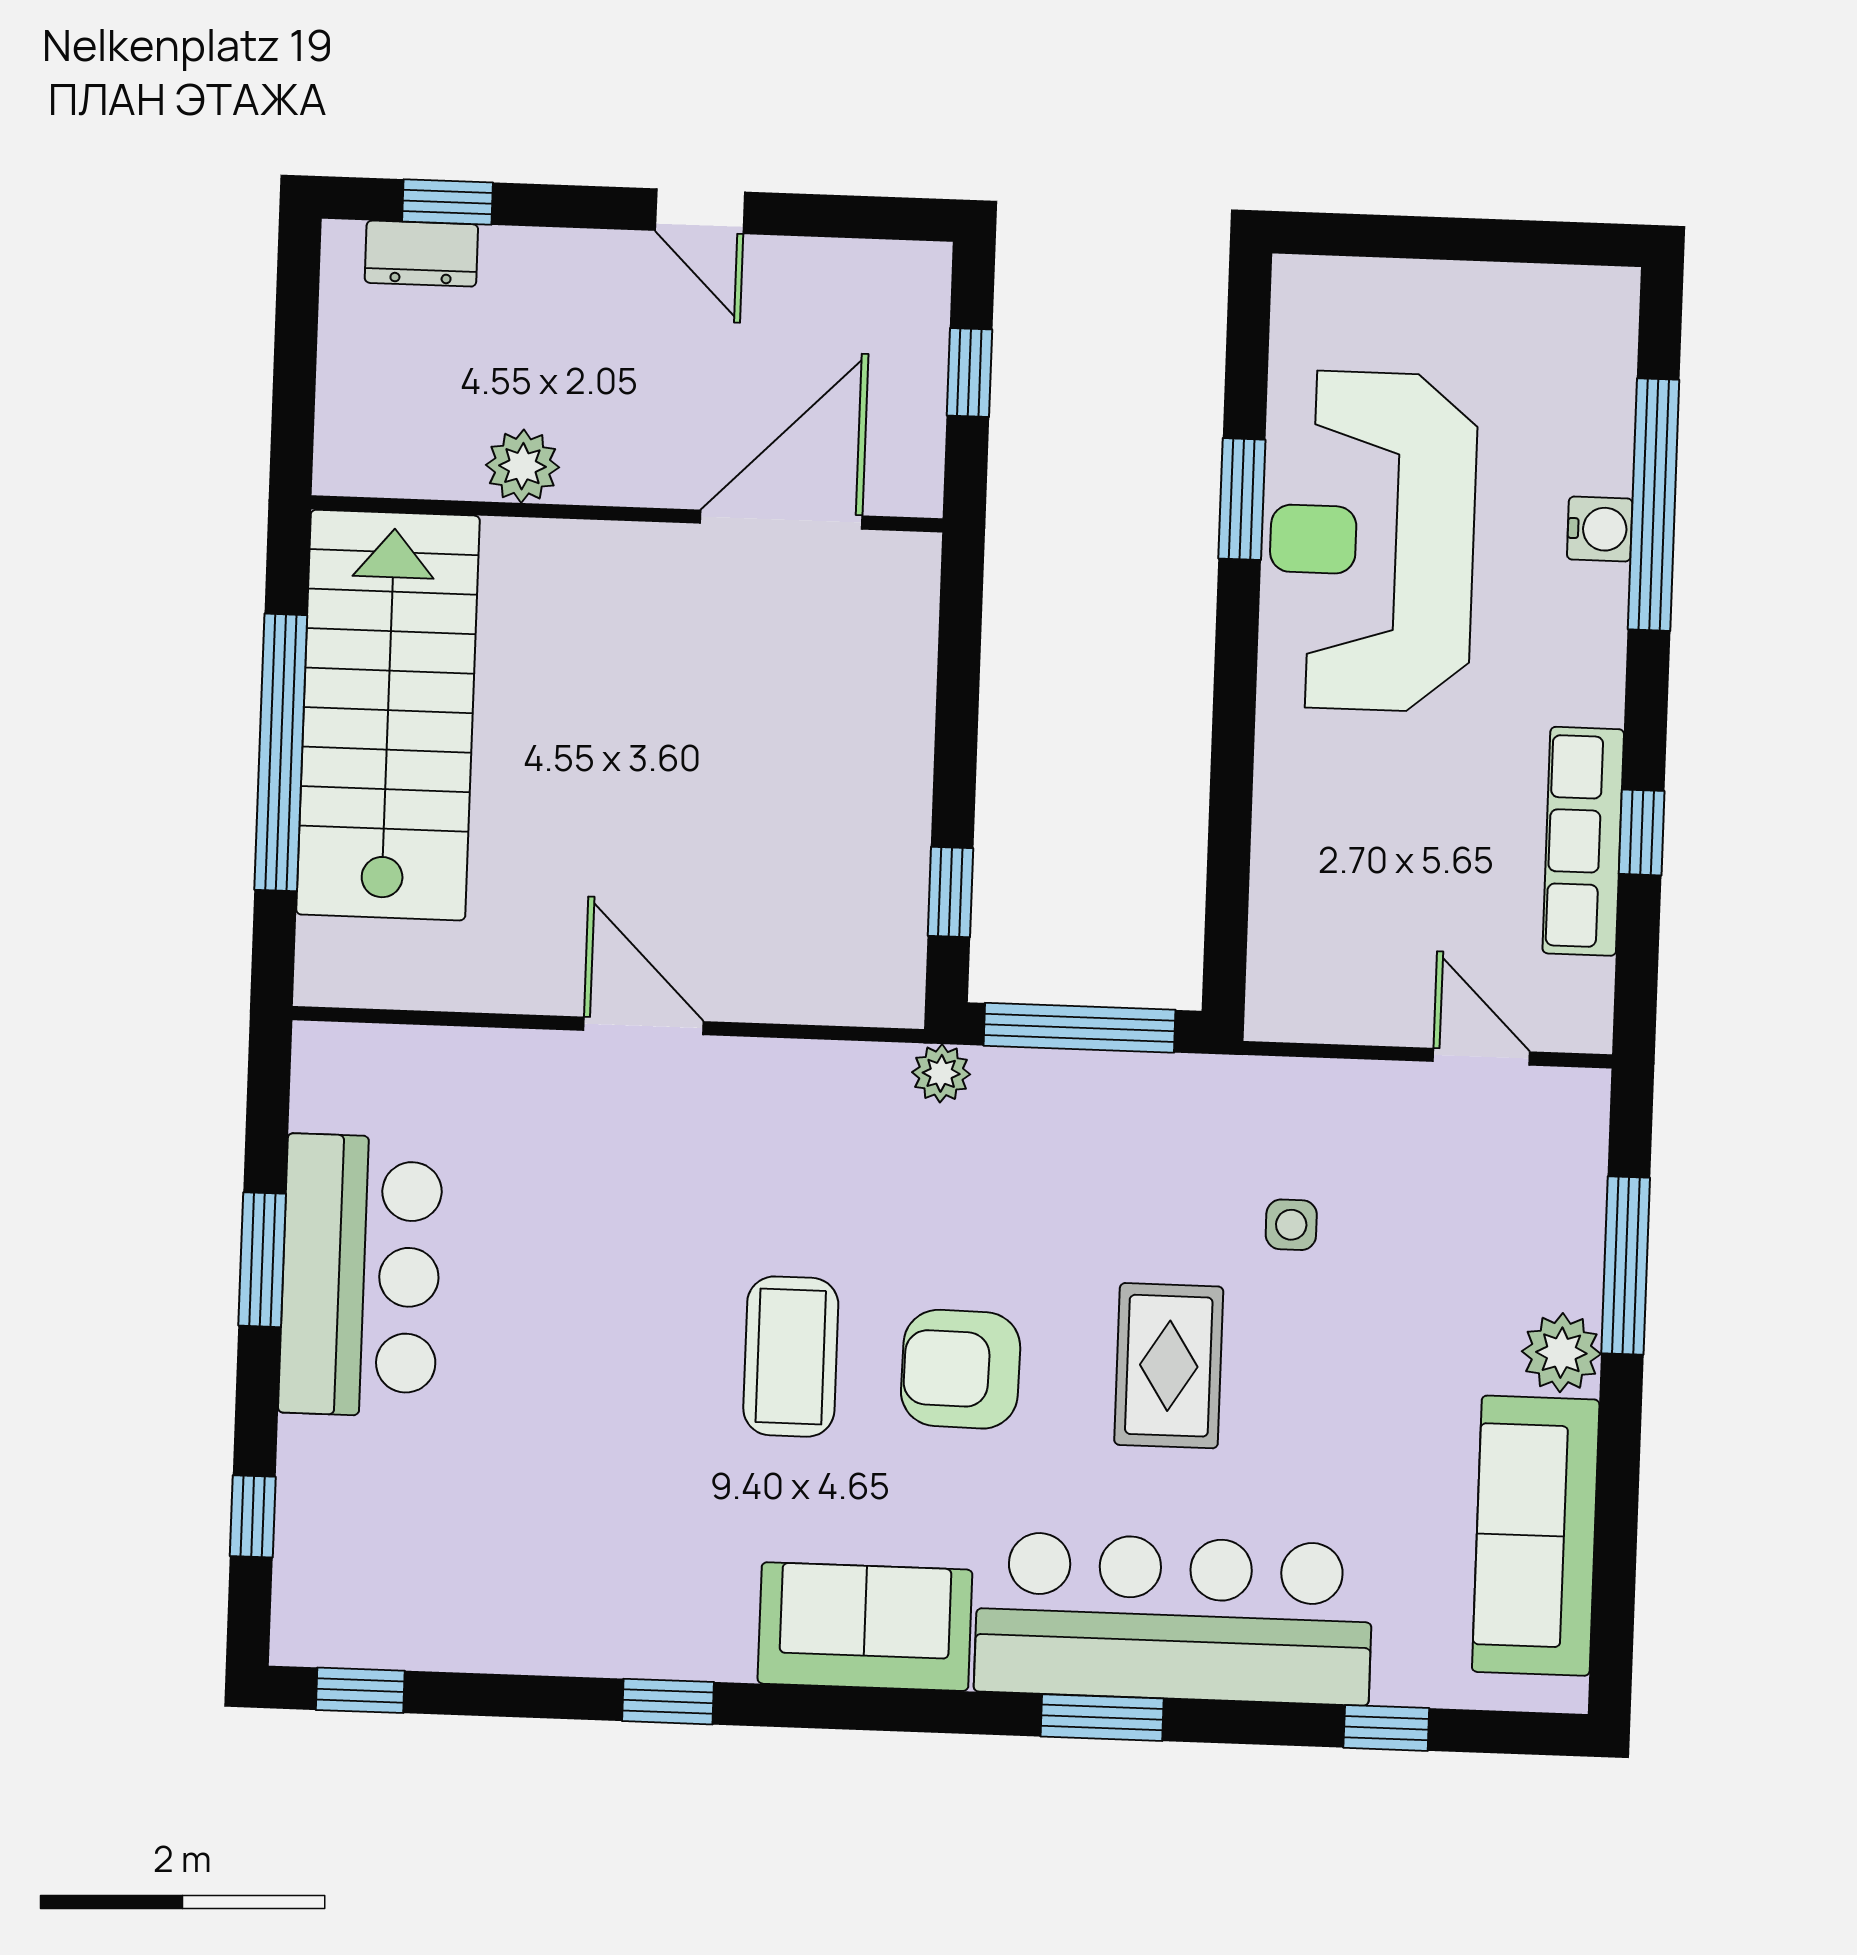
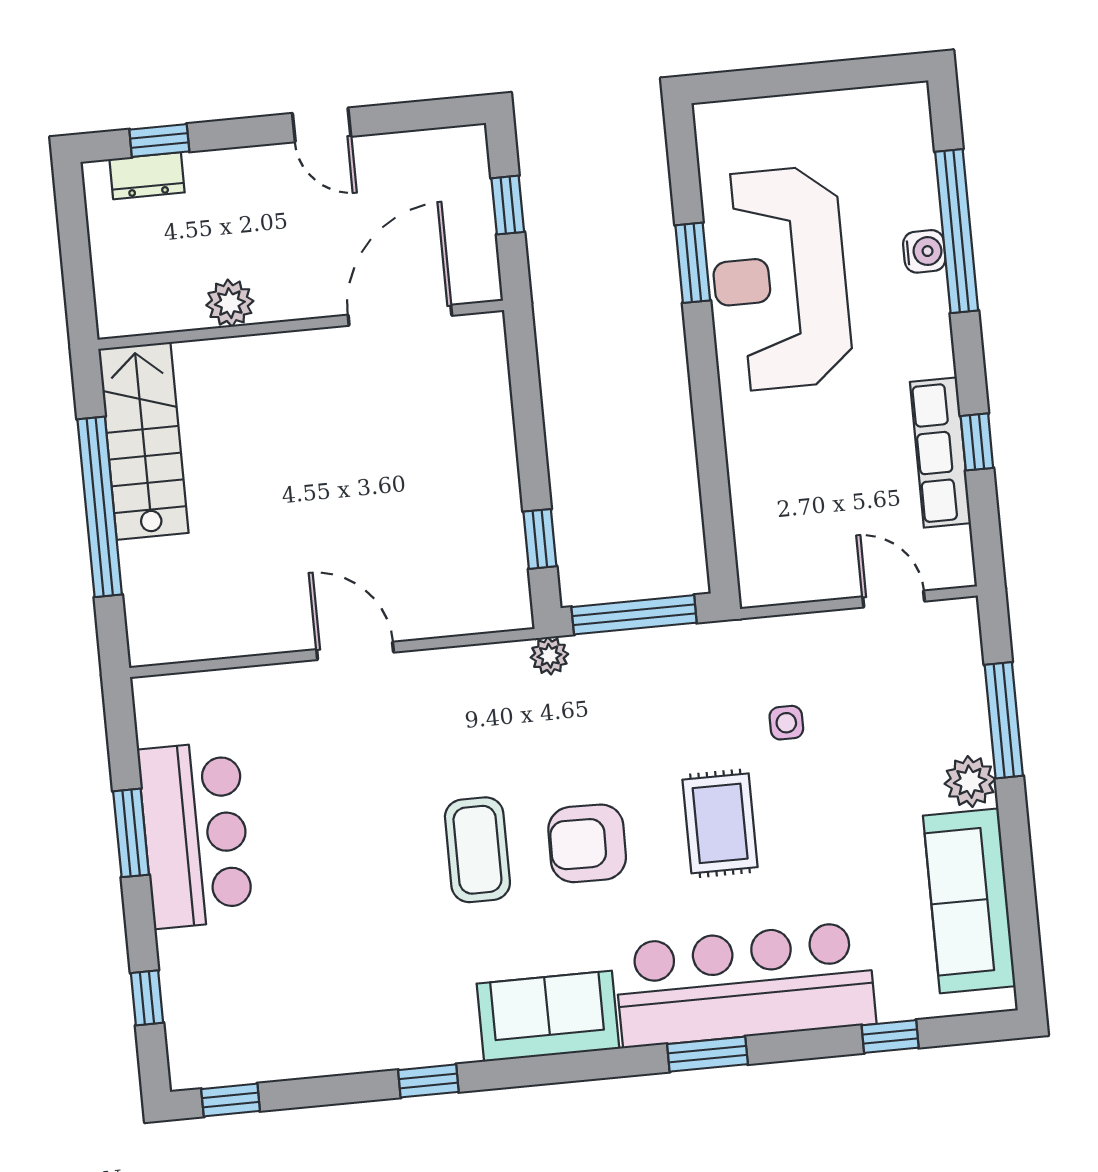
stairs: (388, 715) -> (143, 441), width x0.73, depth x0.66

